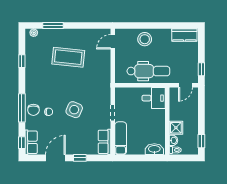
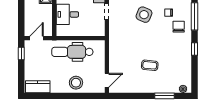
coffee table: (68, 57) -> (150, 65), width x0.54, depth x0.58
window: (22, 61) -> (194, 49), moved
desk: (154, 98) -> (67, 14), moved
chair: (33, 110) -> (179, 27), moved

